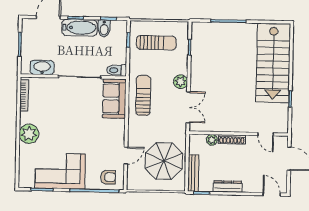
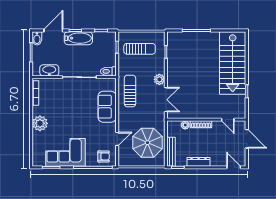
bidet: (104, 28) -> (37, 38), moved
sofa: (114, 99) -> (107, 107), moved

